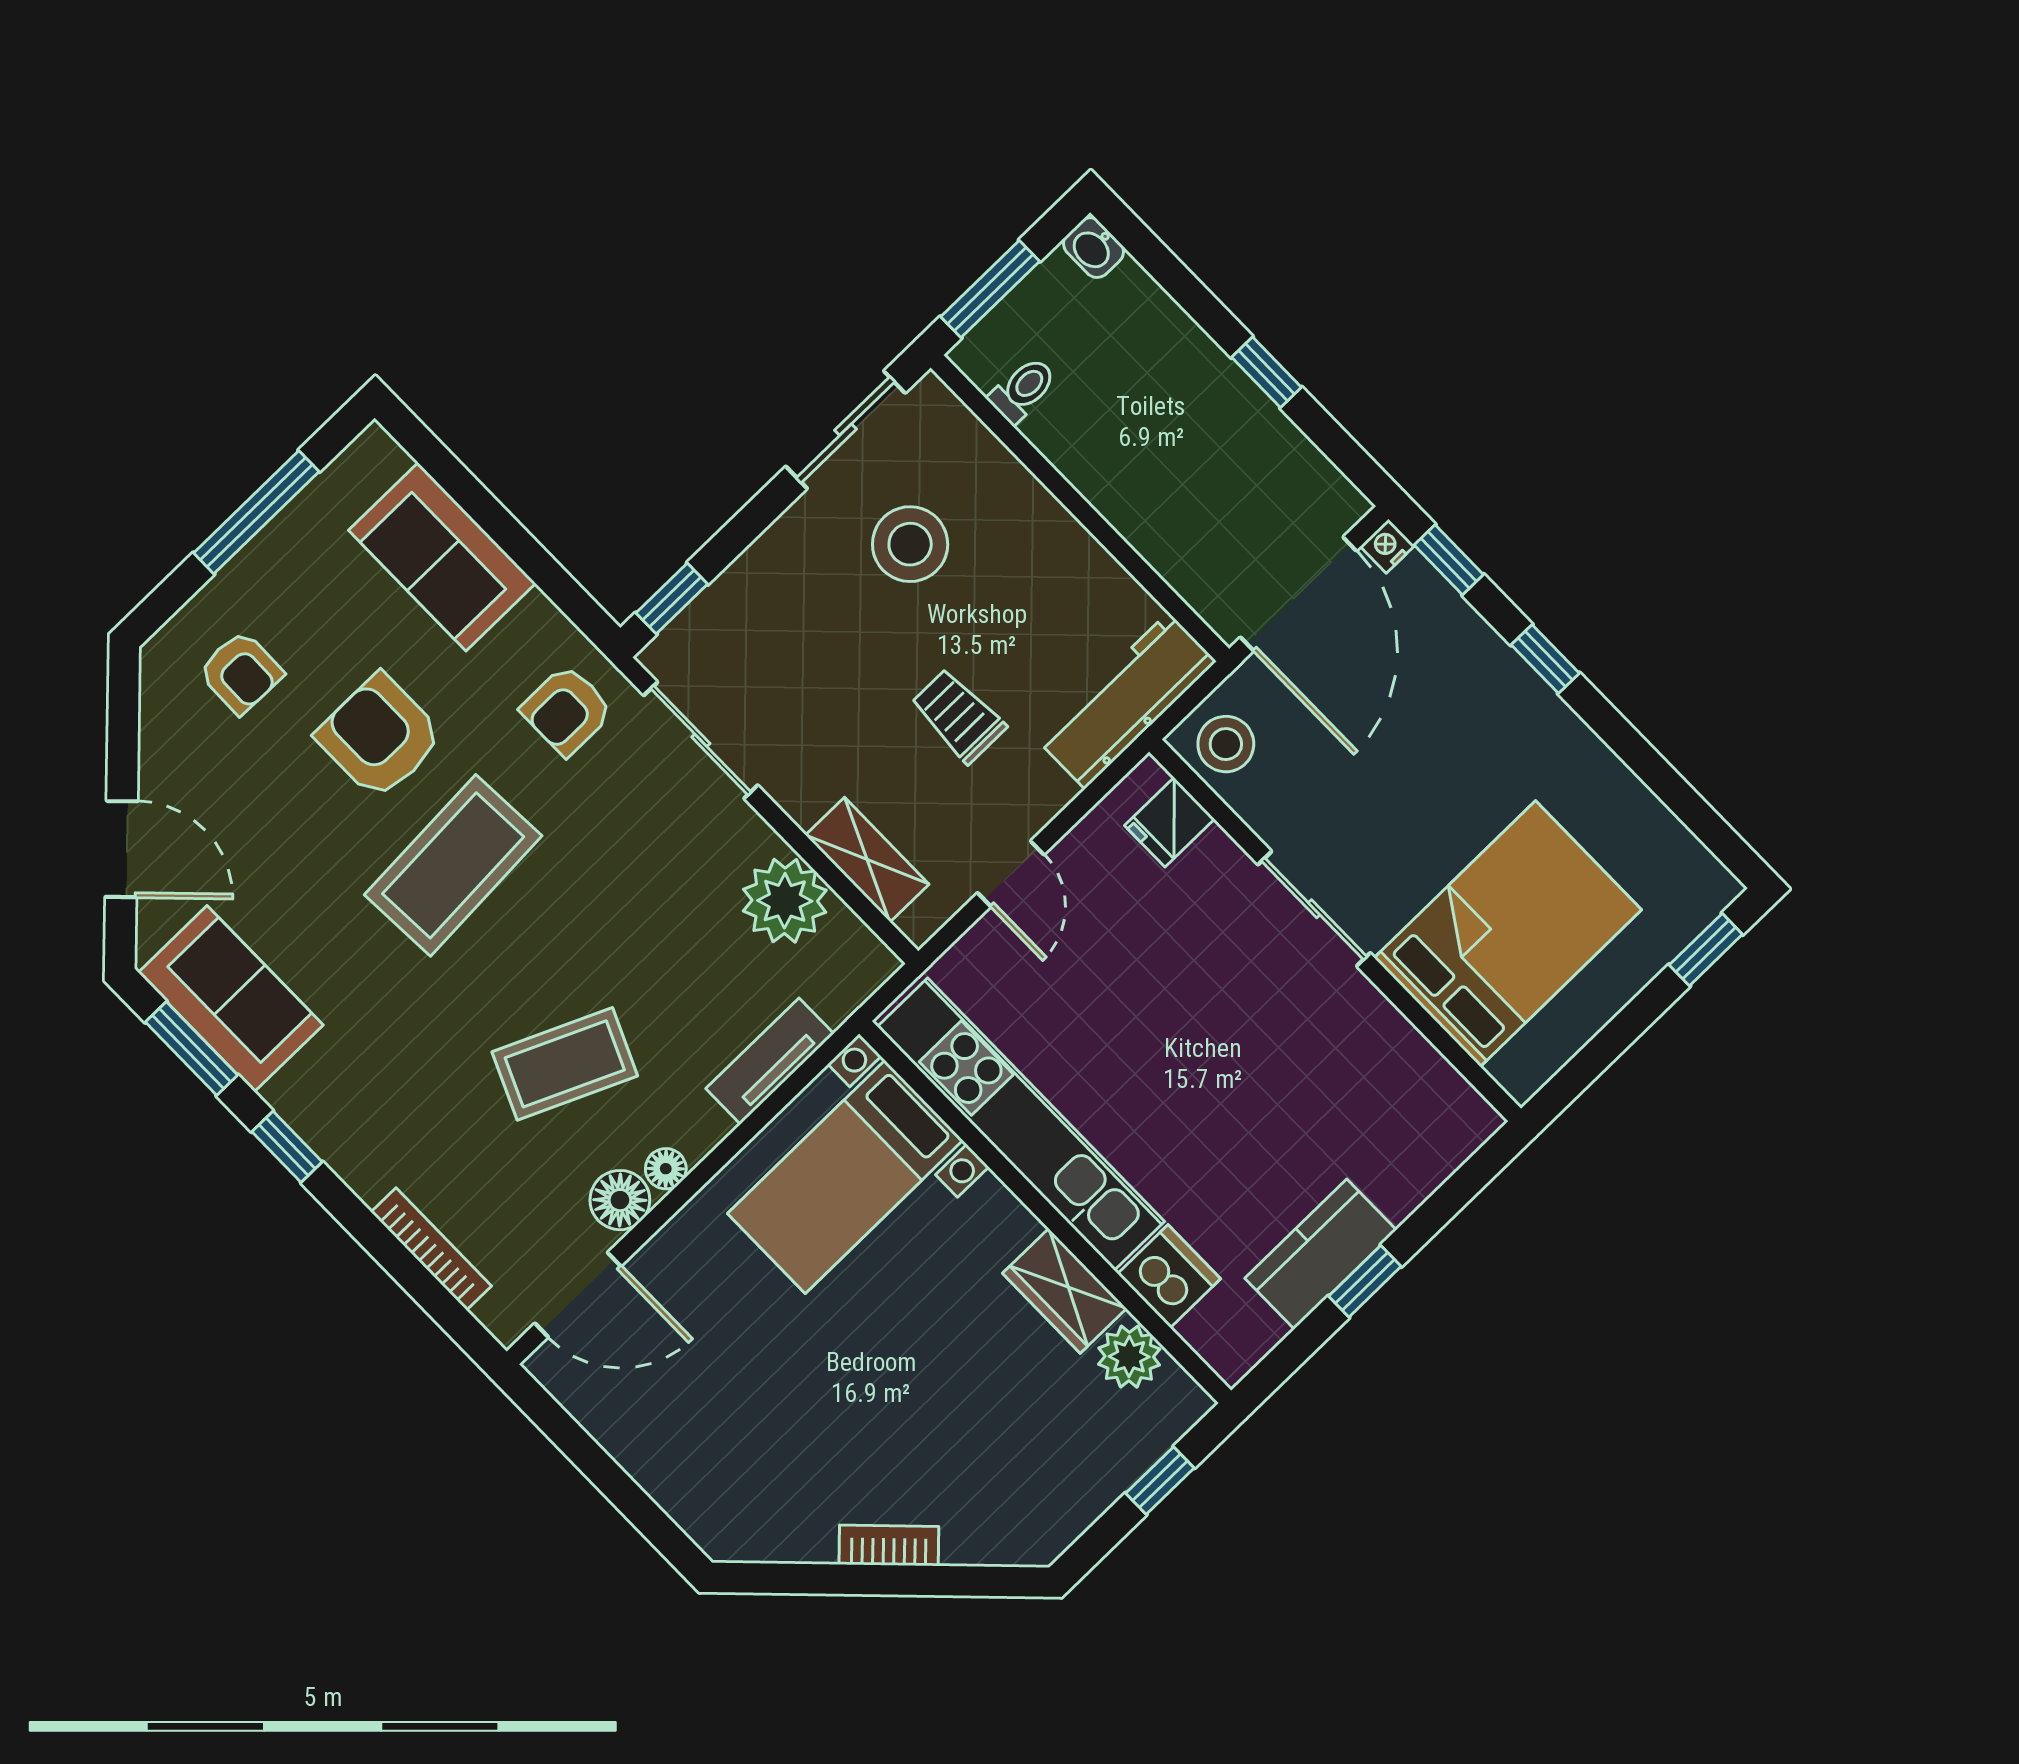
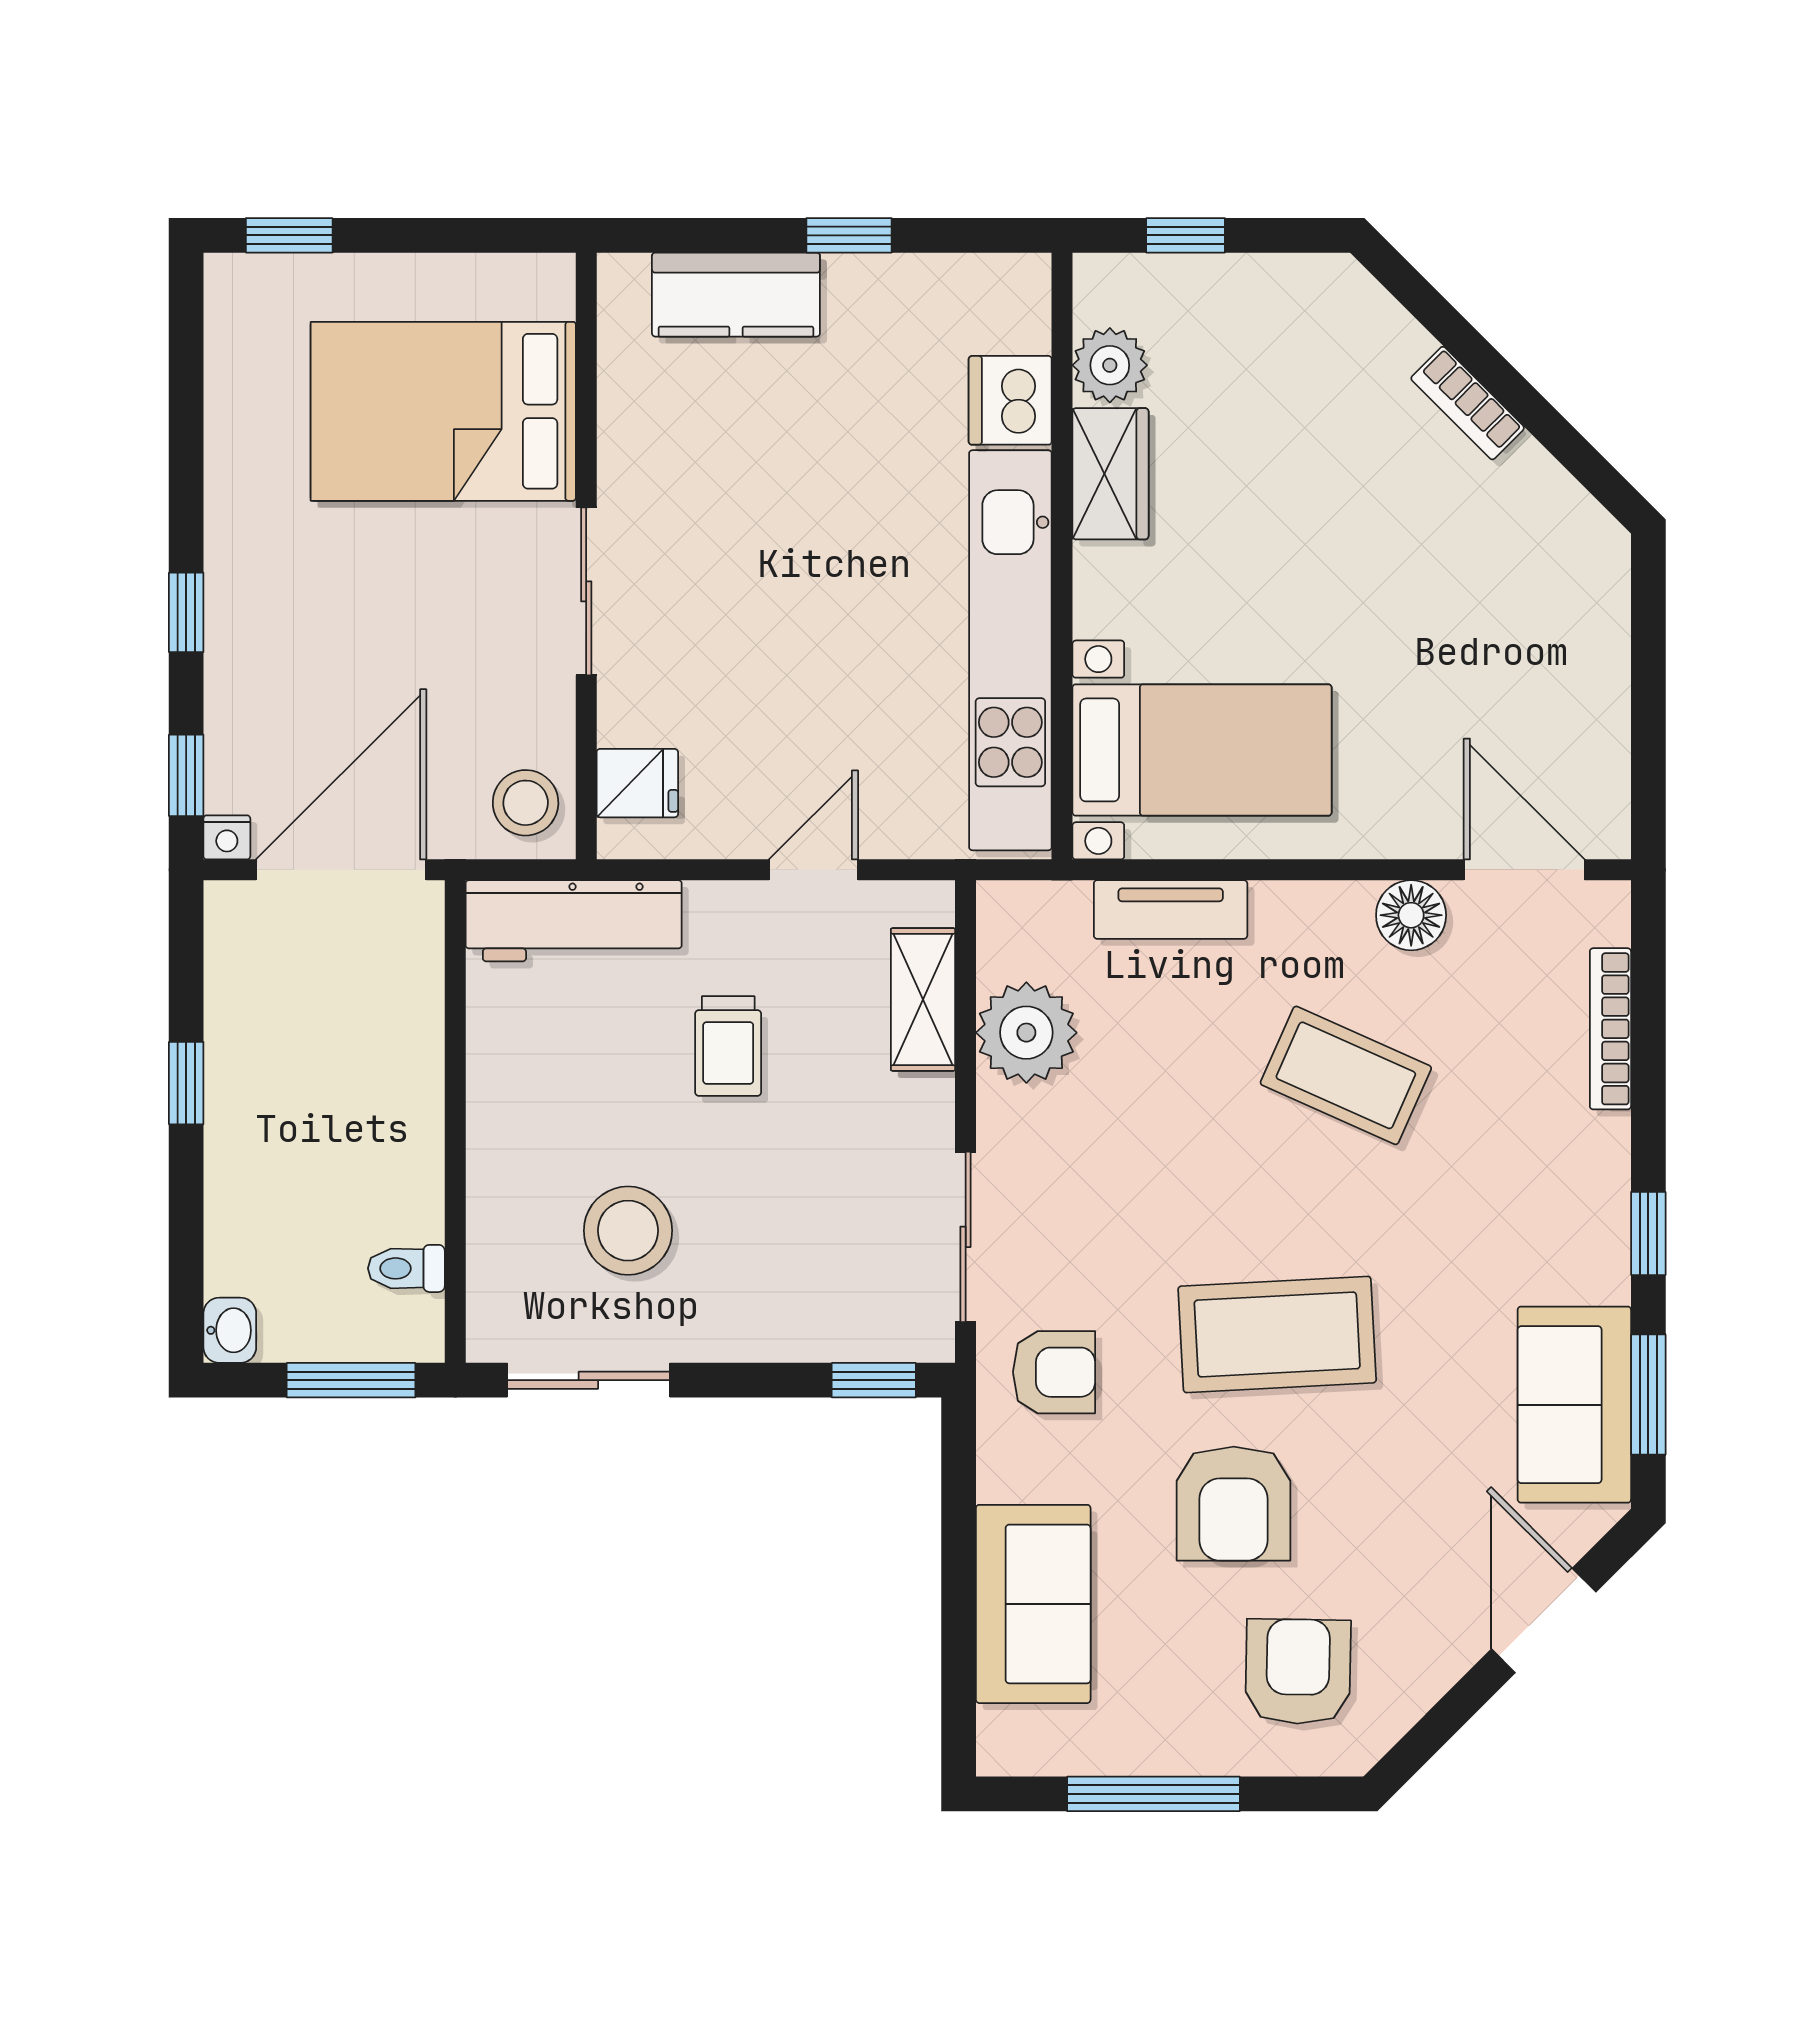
armchair: (241, 672) -> (1298, 1672), width x1.38, depth x1.38
floor lamp: (666, 1169) -> (1347, 904), removed
kitchen counter: (1321, 1254) -> (736, 295), moved

